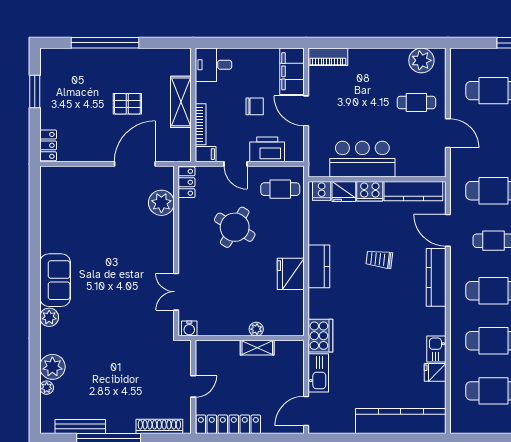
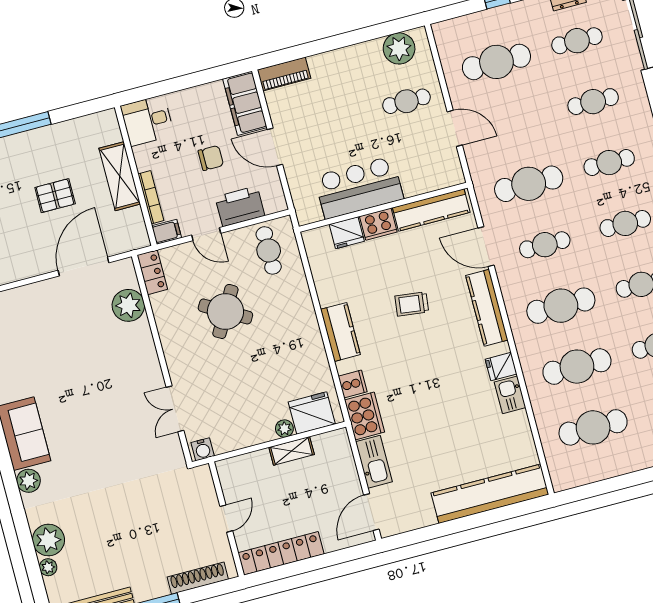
cafe table: (280, 189) -> (269, 250), turned 90
cooker: (322, 191) -> (353, 384), moved, turned -90
fridge: (291, 274) -> (312, 413), moved, turned 90
fridge: (435, 372) -> (501, 367), moved

